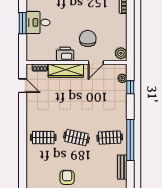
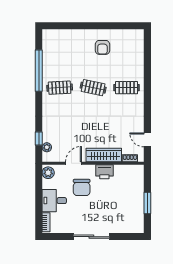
desk: (38, 22) -> (54, 201), moved, turned 180
window: (130, 140) -> (39, 71), moved
bench: (122, 167) -> (47, 58), removed

